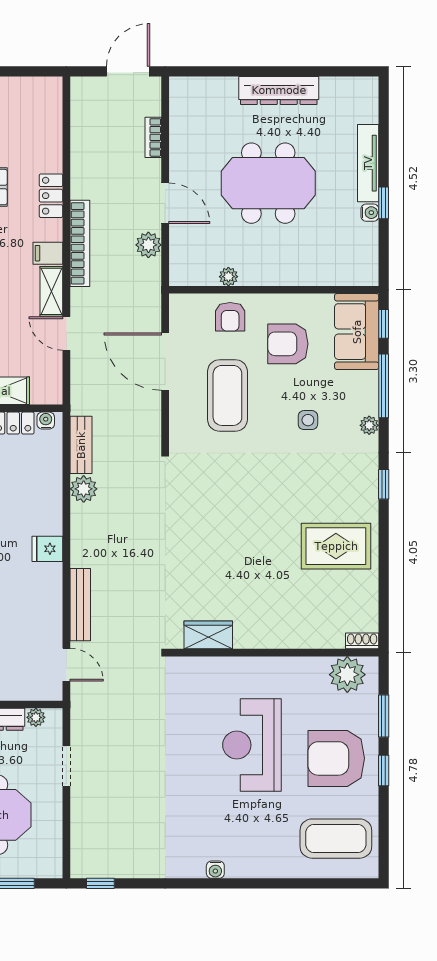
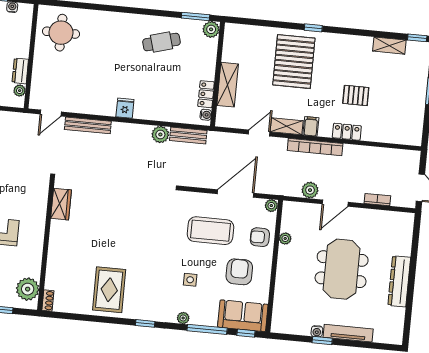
plant: (179, 303) -> (271, 206), added

